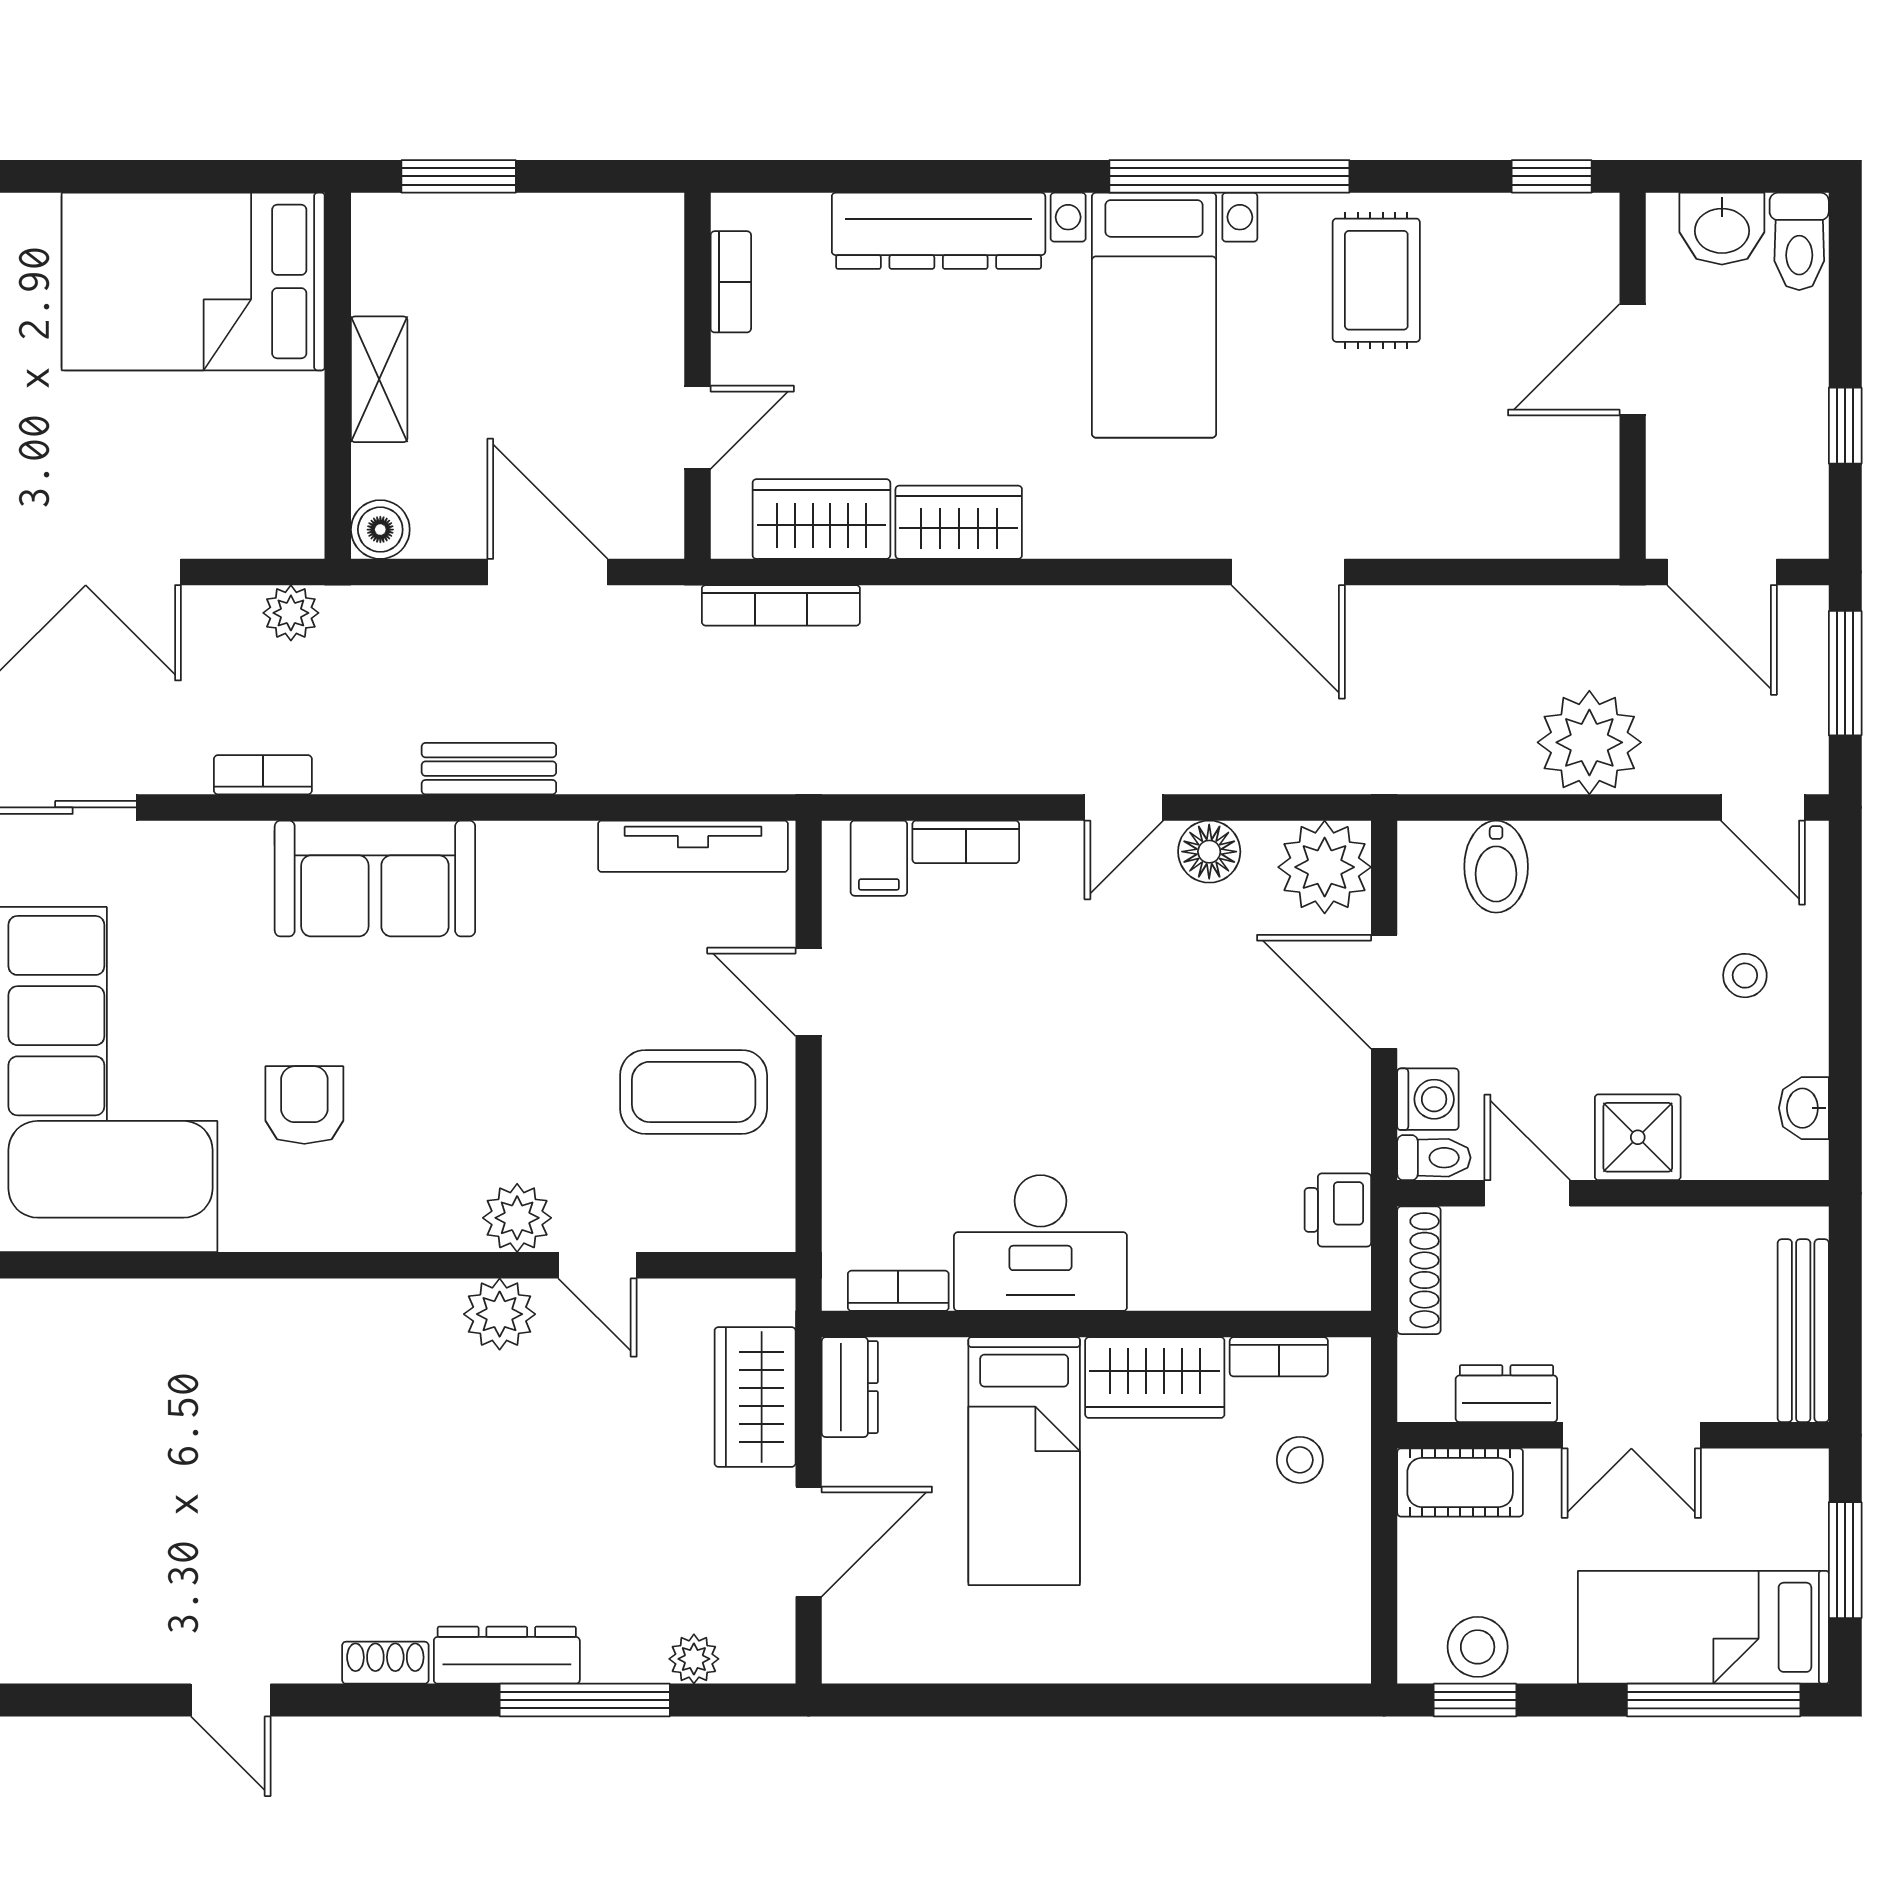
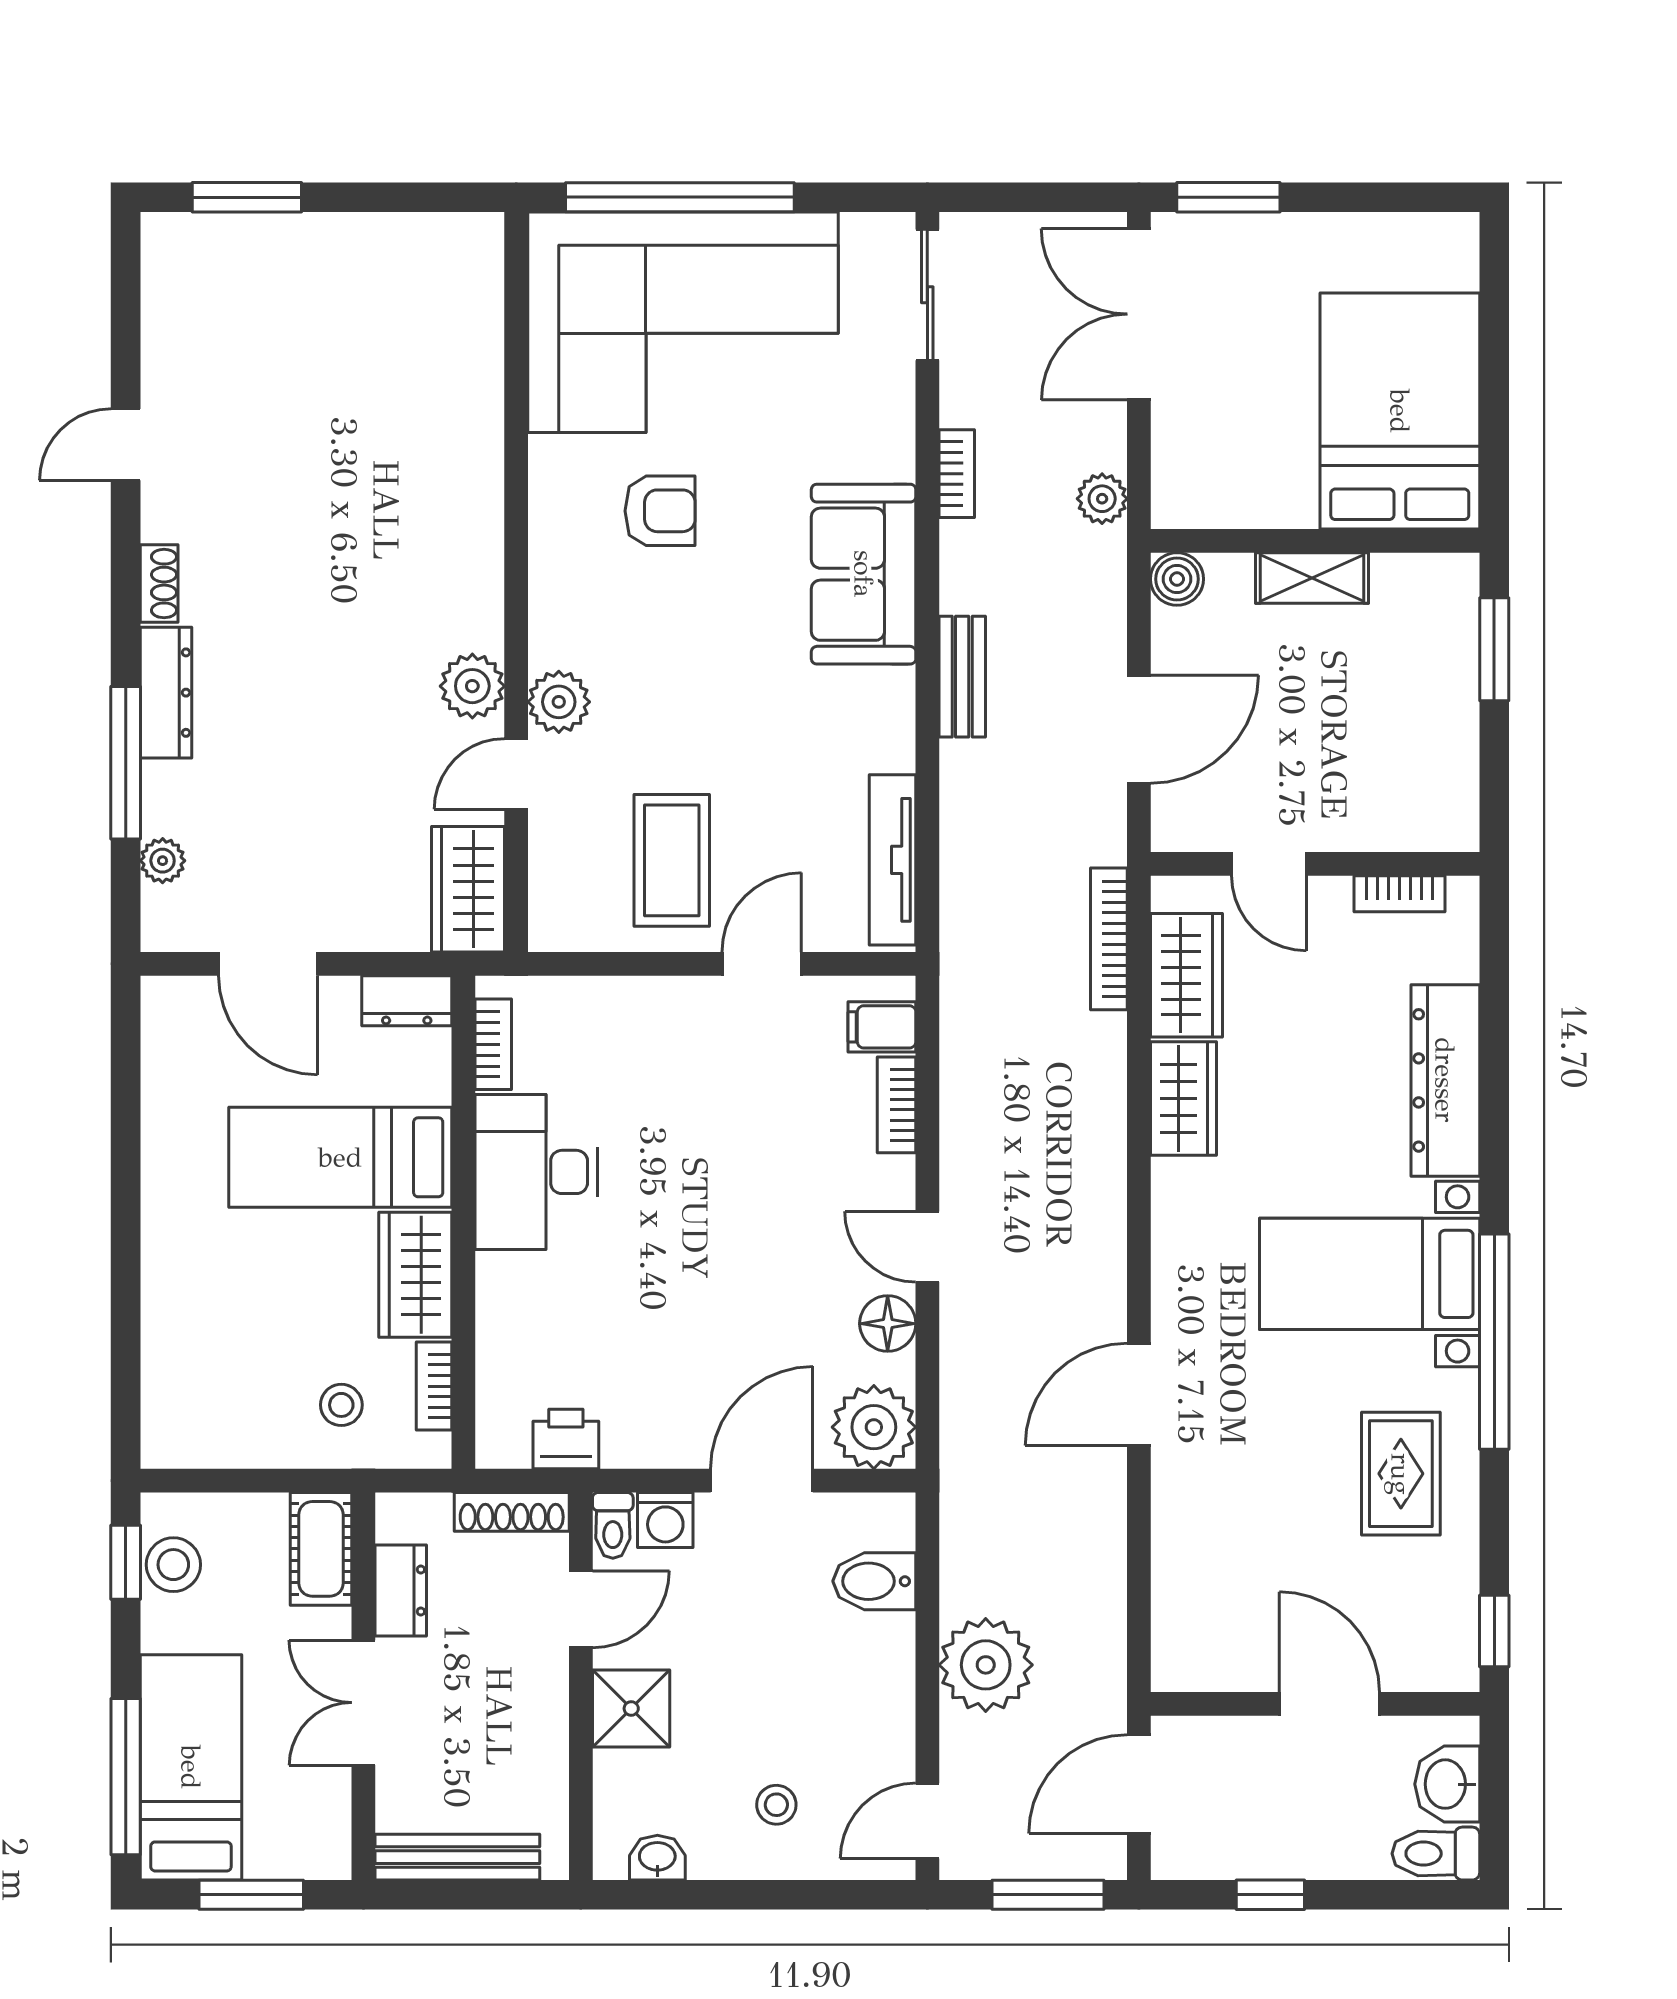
rug: (1376, 280) -> (1401, 1474), turned 90
wardrobe: (755, 1397) -> (468, 889), moved, turned -90

